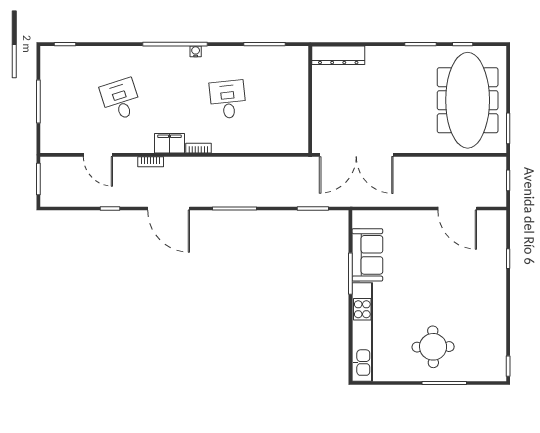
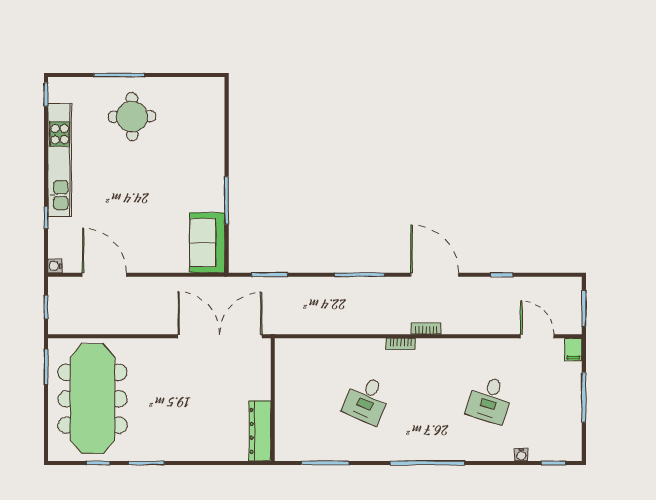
water cooler: (196, 51) -> (521, 455), moved
dresser: (338, 55) -> (260, 431), moved, turned -90
desk: (121, 99) -> (490, 400), turned 36
desk: (228, 99) -> (367, 400), turned 30
filing cabinet: (170, 143) -> (573, 350), moved, width x0.50
door: (98, 155) -> (537, 336), moved
bookcase: (151, 162) -> (426, 328), moved
water cooler: (500, 216) -> (55, 266), added
sofa: (367, 255) -> (207, 243), moved
kitchen unit: (362, 332) -> (60, 160), moved, turned 180

